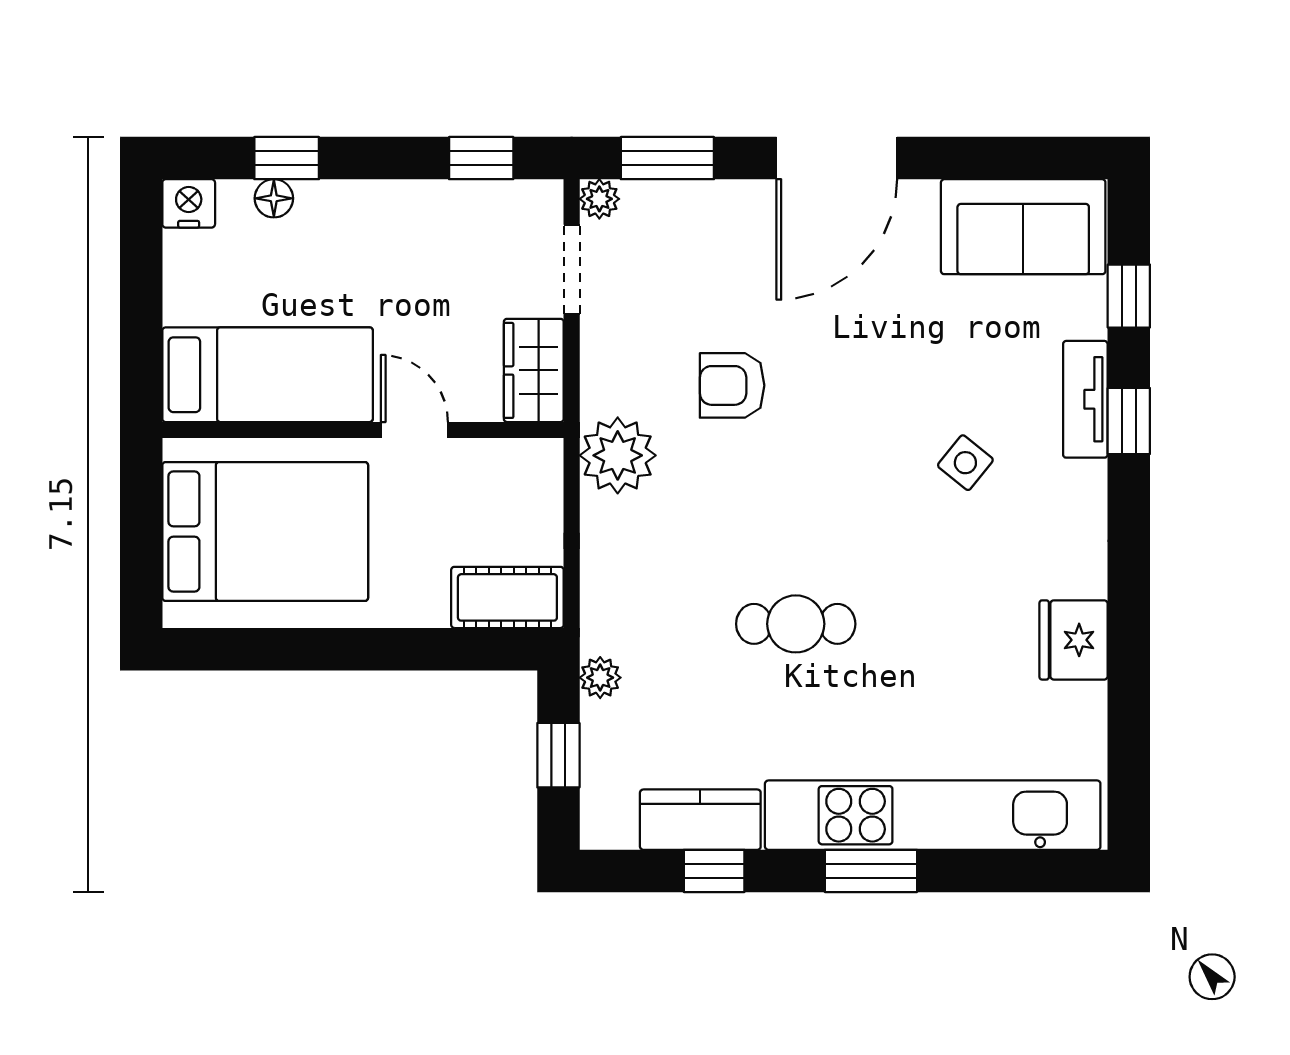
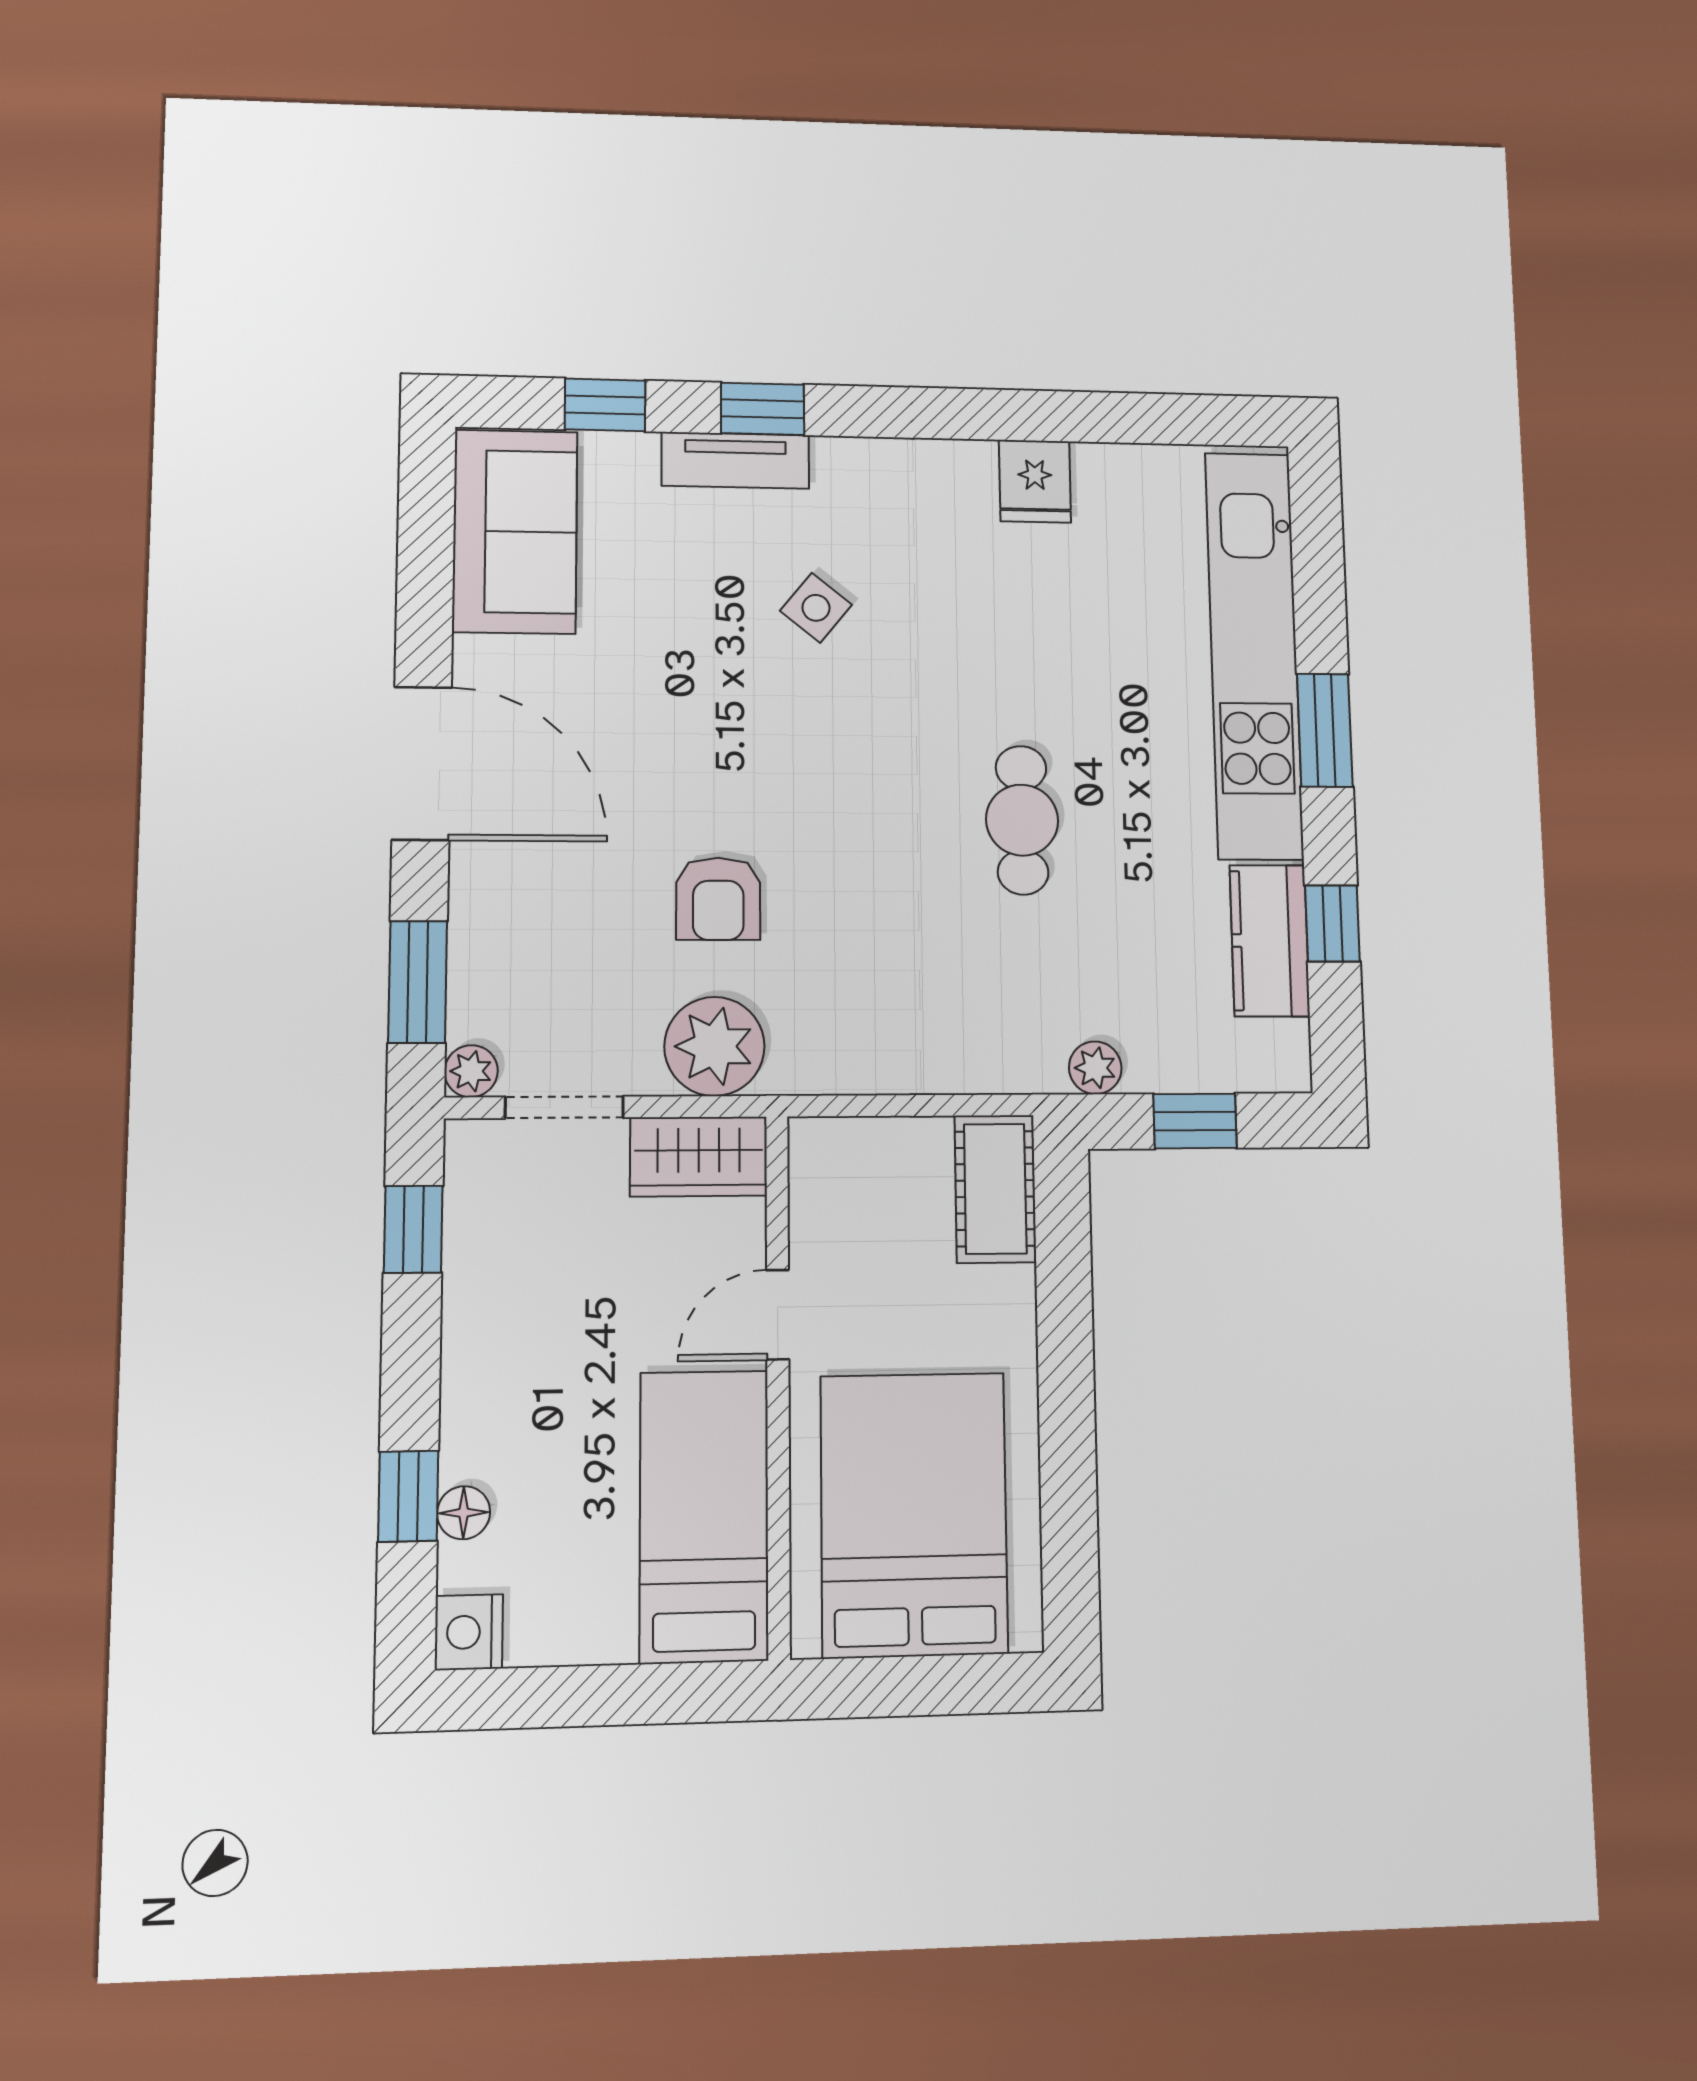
plant: (618, 455) -> (714, 1046), moved
fridge: (1074, 640) -> (1035, 481), width x0.72

